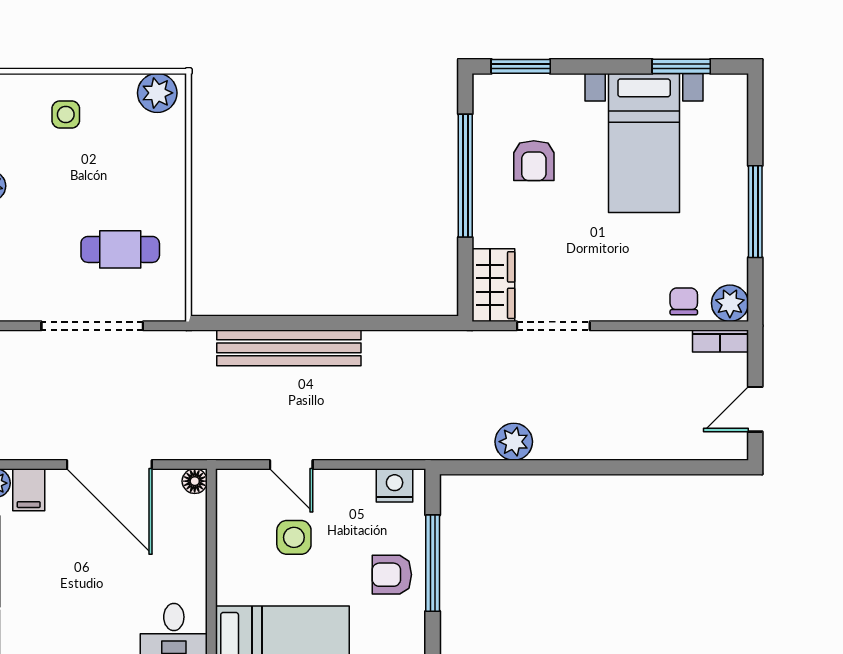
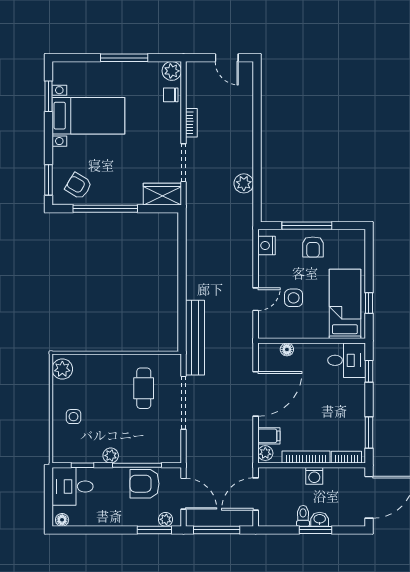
armchair: (534, 161) -> (78, 186), moved, turned -149
bookcase: (720, 341) -> (191, 123), moved
bench: (289, 348) -> (195, 338), moved
floor lamp: (195, 481) -> (287, 349), moved

